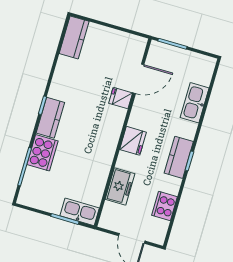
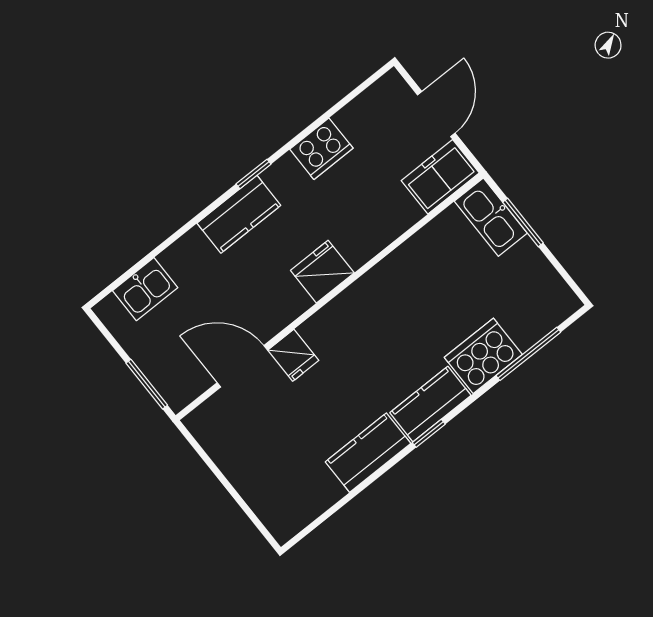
kitchen counter: (74, 37) -> (368, 453), moved
kitchen sink: (195, 103) -> (145, 289), moved, width x0.73
kitchen counter: (179, 157) -> (239, 214), moved
freezer: (120, 186) -> (440, 177), moved
cooker: (165, 206) -> (321, 149), moved

